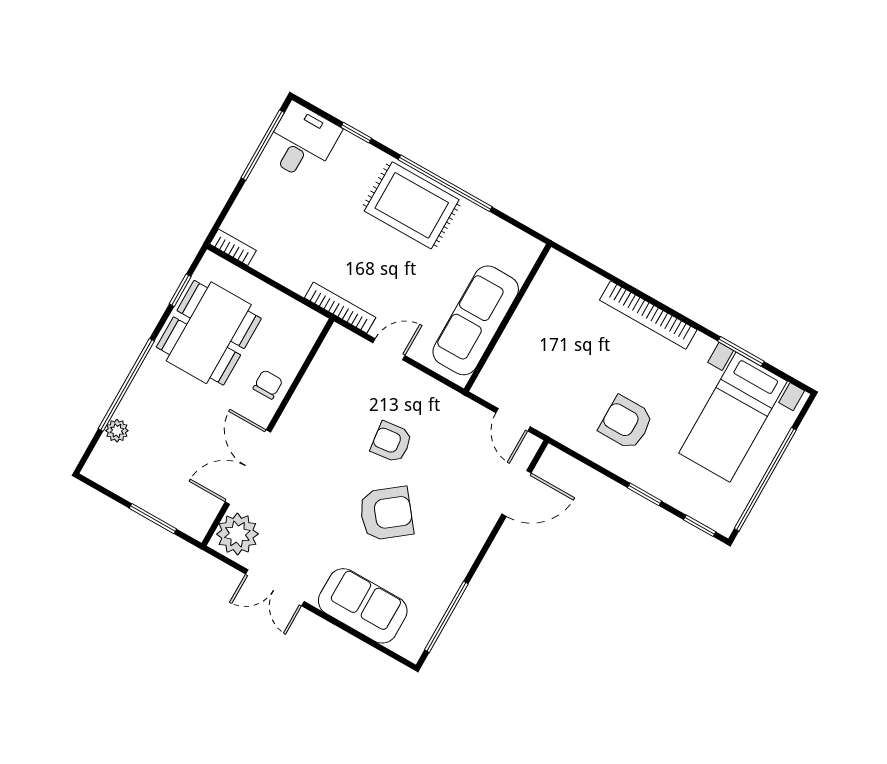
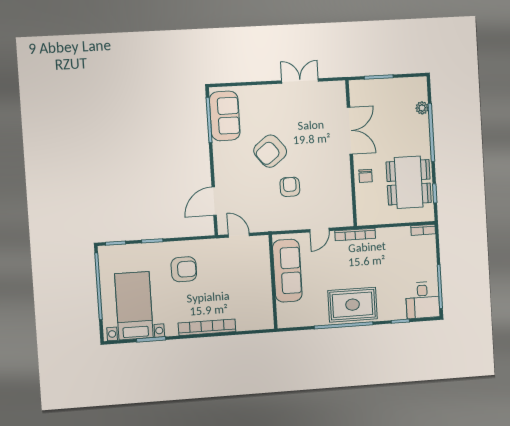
armchair: (391, 442) -> (290, 187), turned -83
plant: (237, 534) -> (334, 95), removed
sofa: (363, 606) -> (225, 116), moved, turned -90

